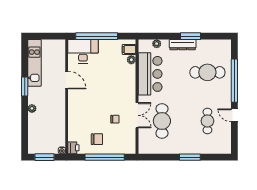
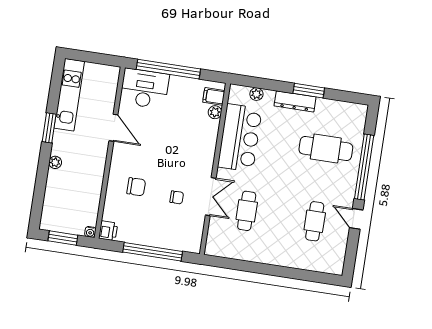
cafe table: (162, 121) -> (247, 211), width x0.73, depth x0.74
chair: (97, 139) -> (136, 187), moved
window: (190, 157) -> (280, 271), removed

